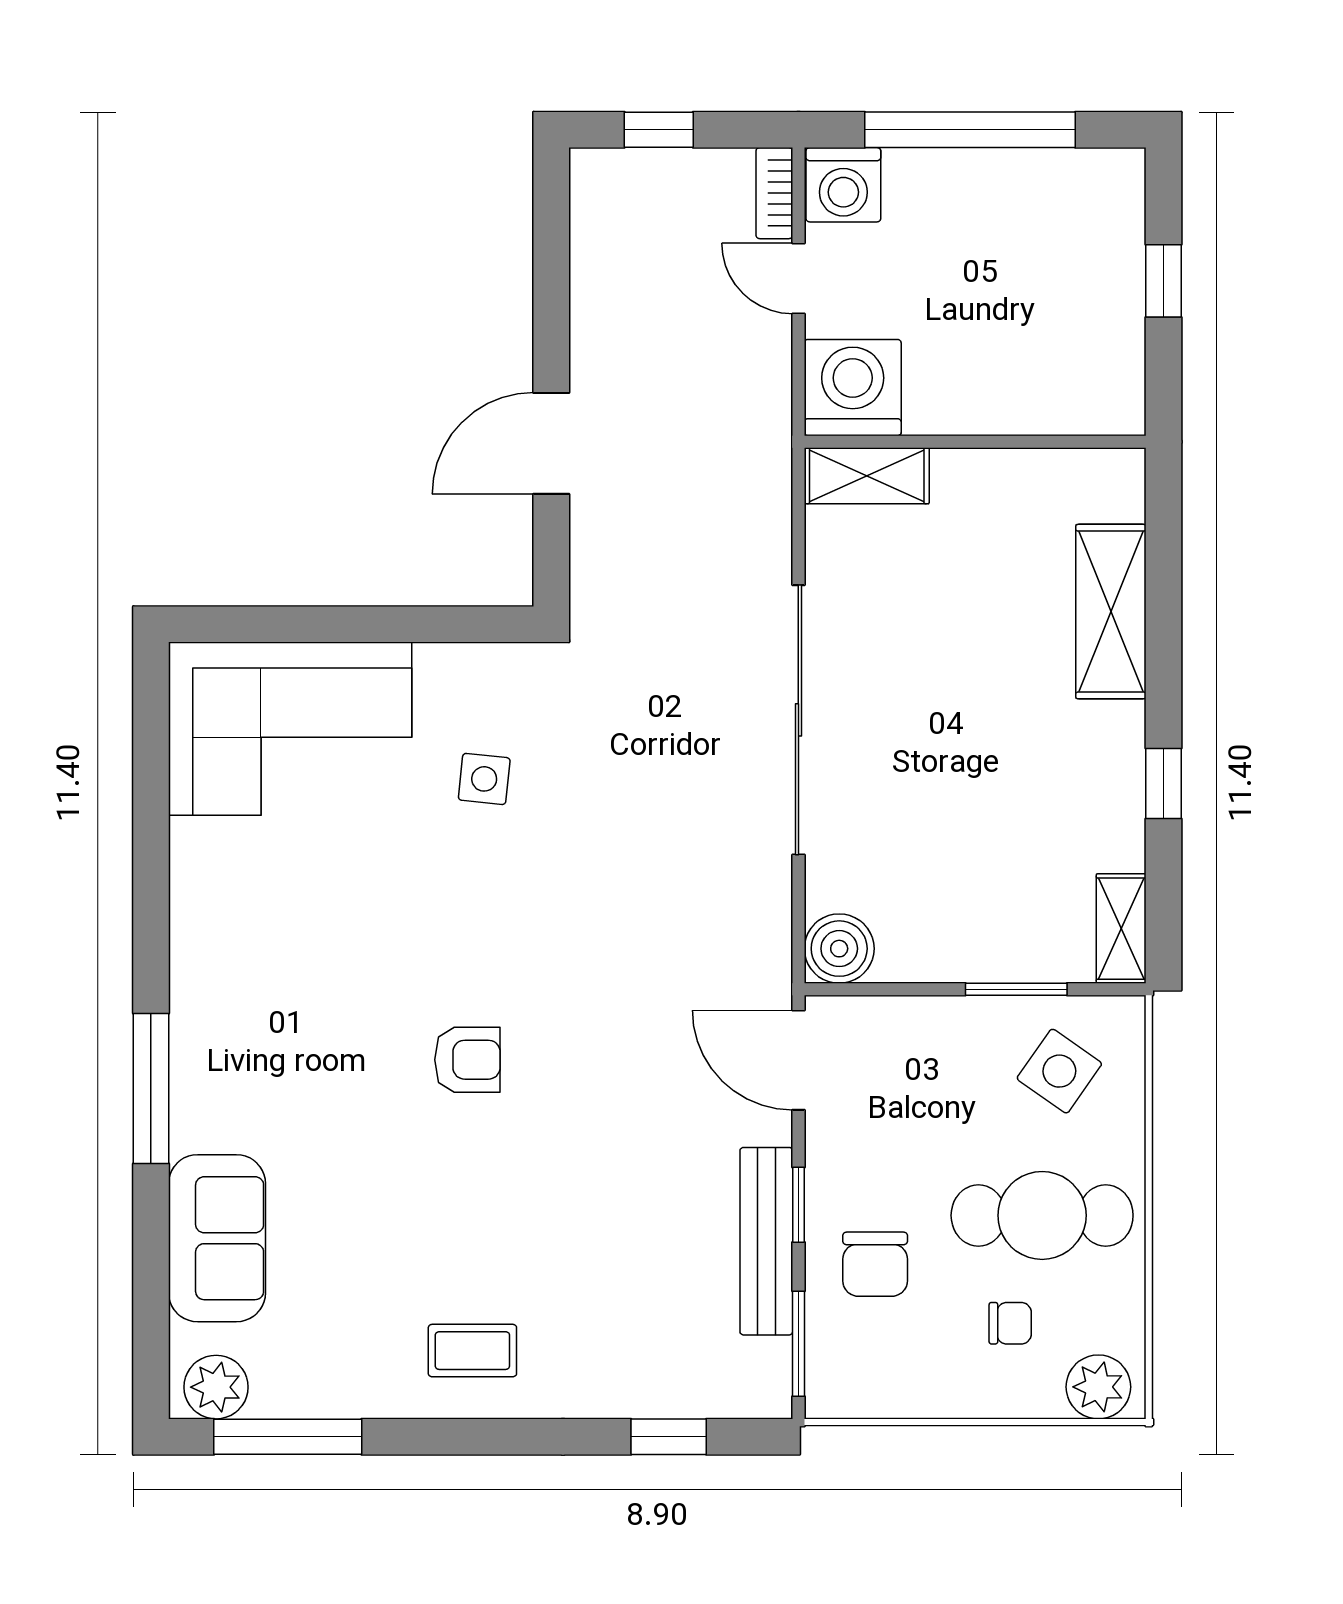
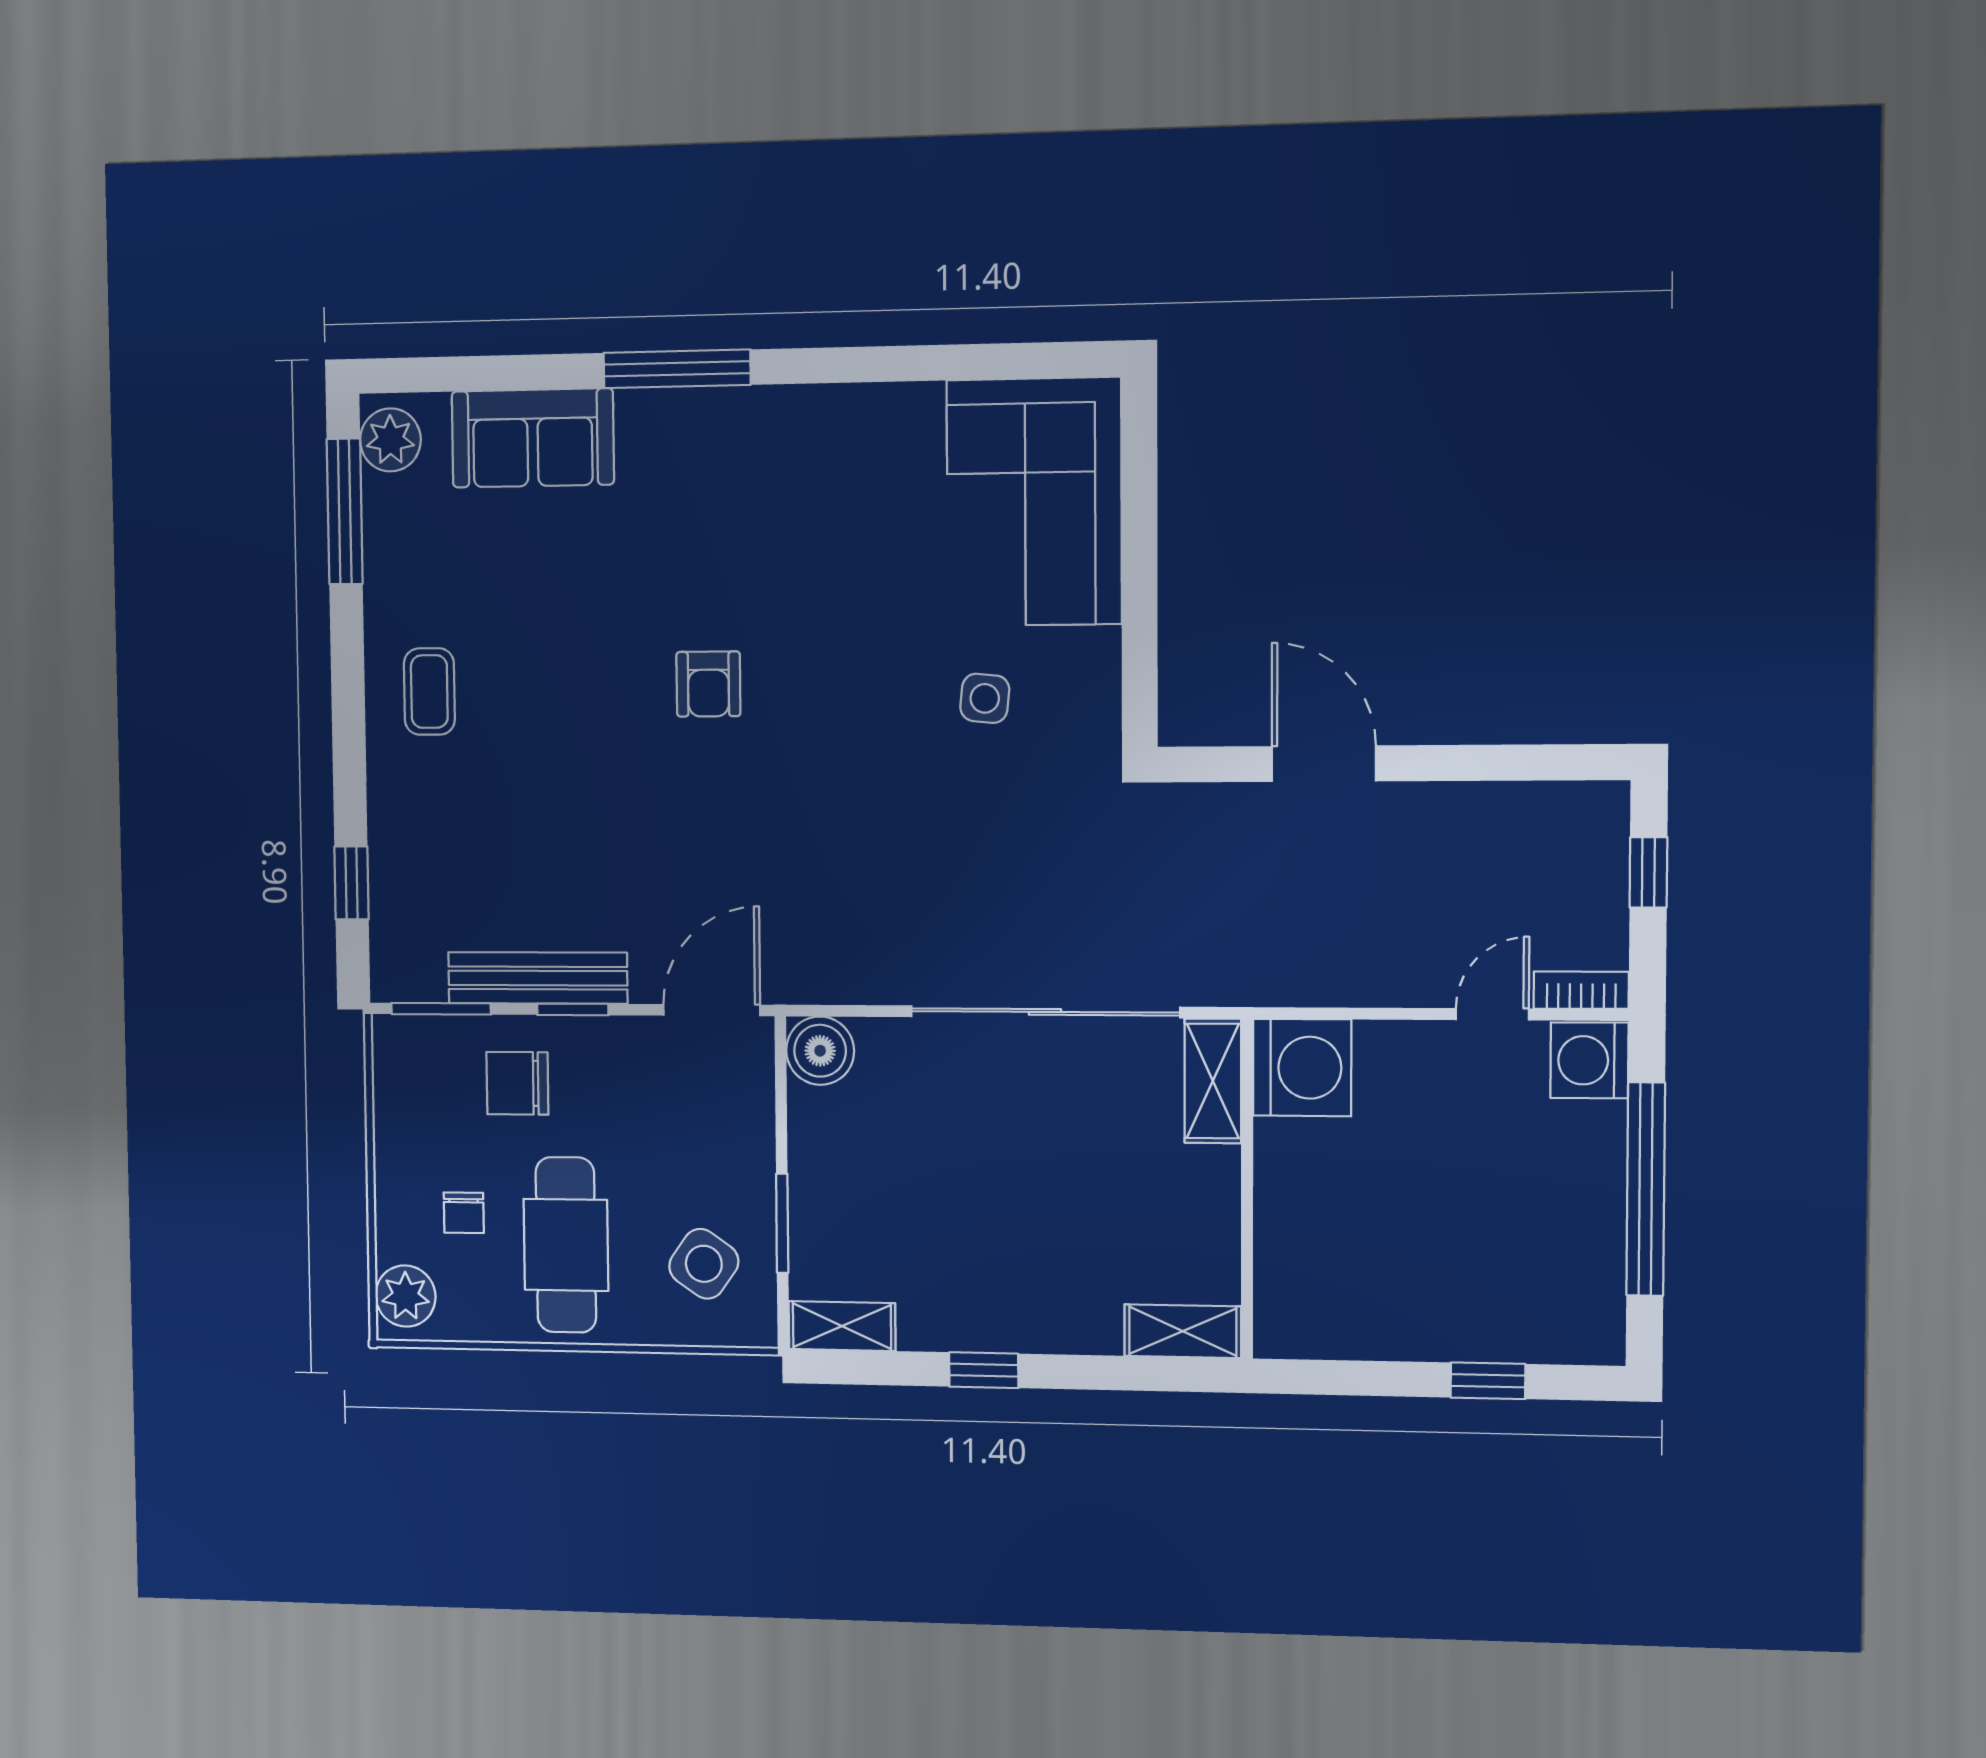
washing machine: (853, 388) -> (1302, 1068), moved
wall: (975, 442) -> (1247, 1189), moved
shelving: (867, 476) -> (1213, 1081), moved
shelving: (1111, 612) -> (1183, 1331), width x0.67, depth x0.75

